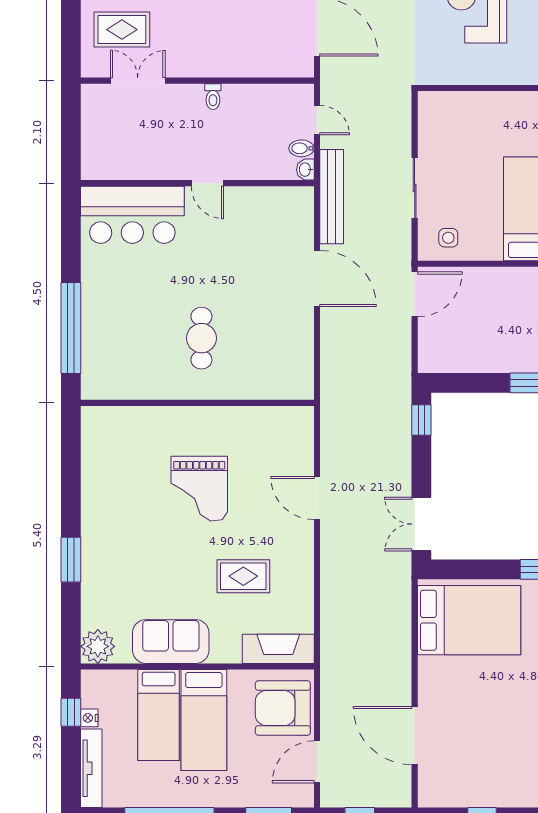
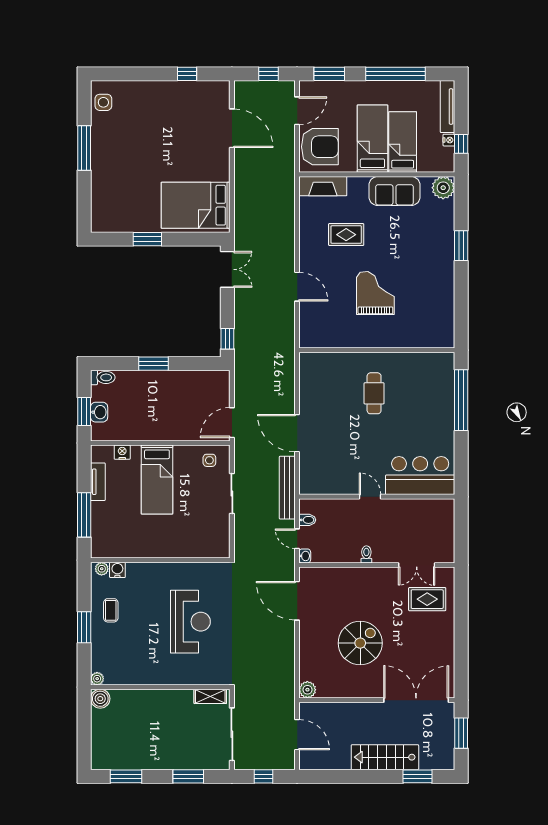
washbasin: (305, 170) -> (305, 556), moved

